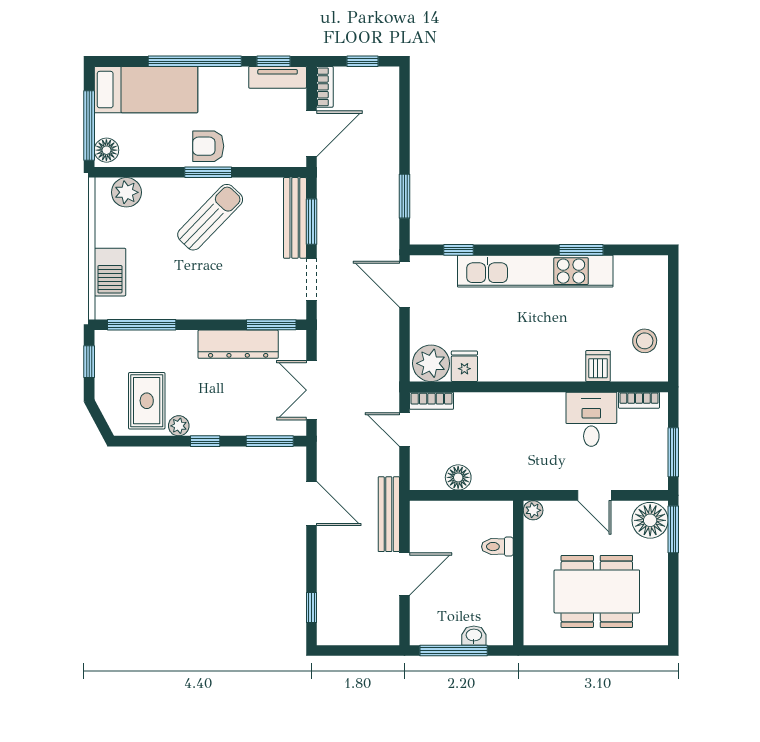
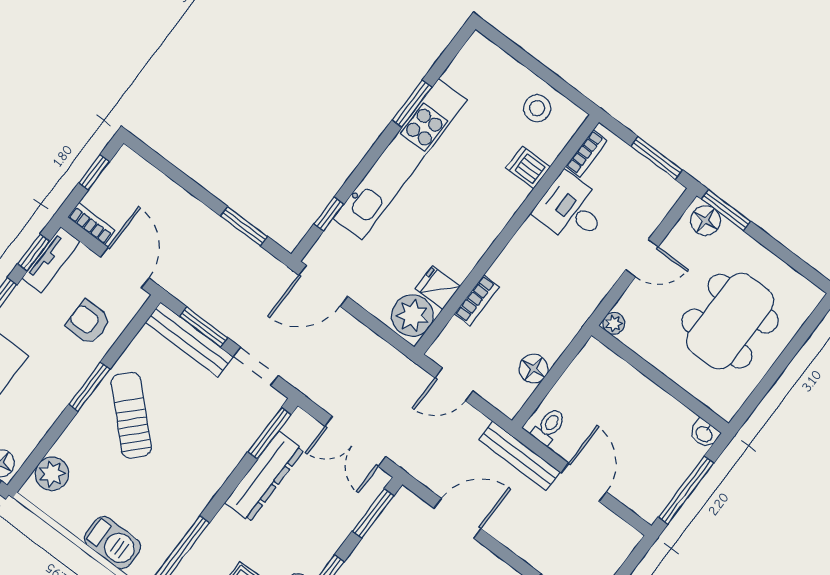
armchair: (208, 146) -> (88, 322), moved, turned 90
bookcase: (431, 401) -> (477, 300), moved
floor lamp: (650, 520) -> (705, 221), width x0.73, depth x0.73
toilet: (497, 547) -> (549, 426), moved, turned 180
washbasin: (474, 636) -> (704, 434), moved, turned -90

